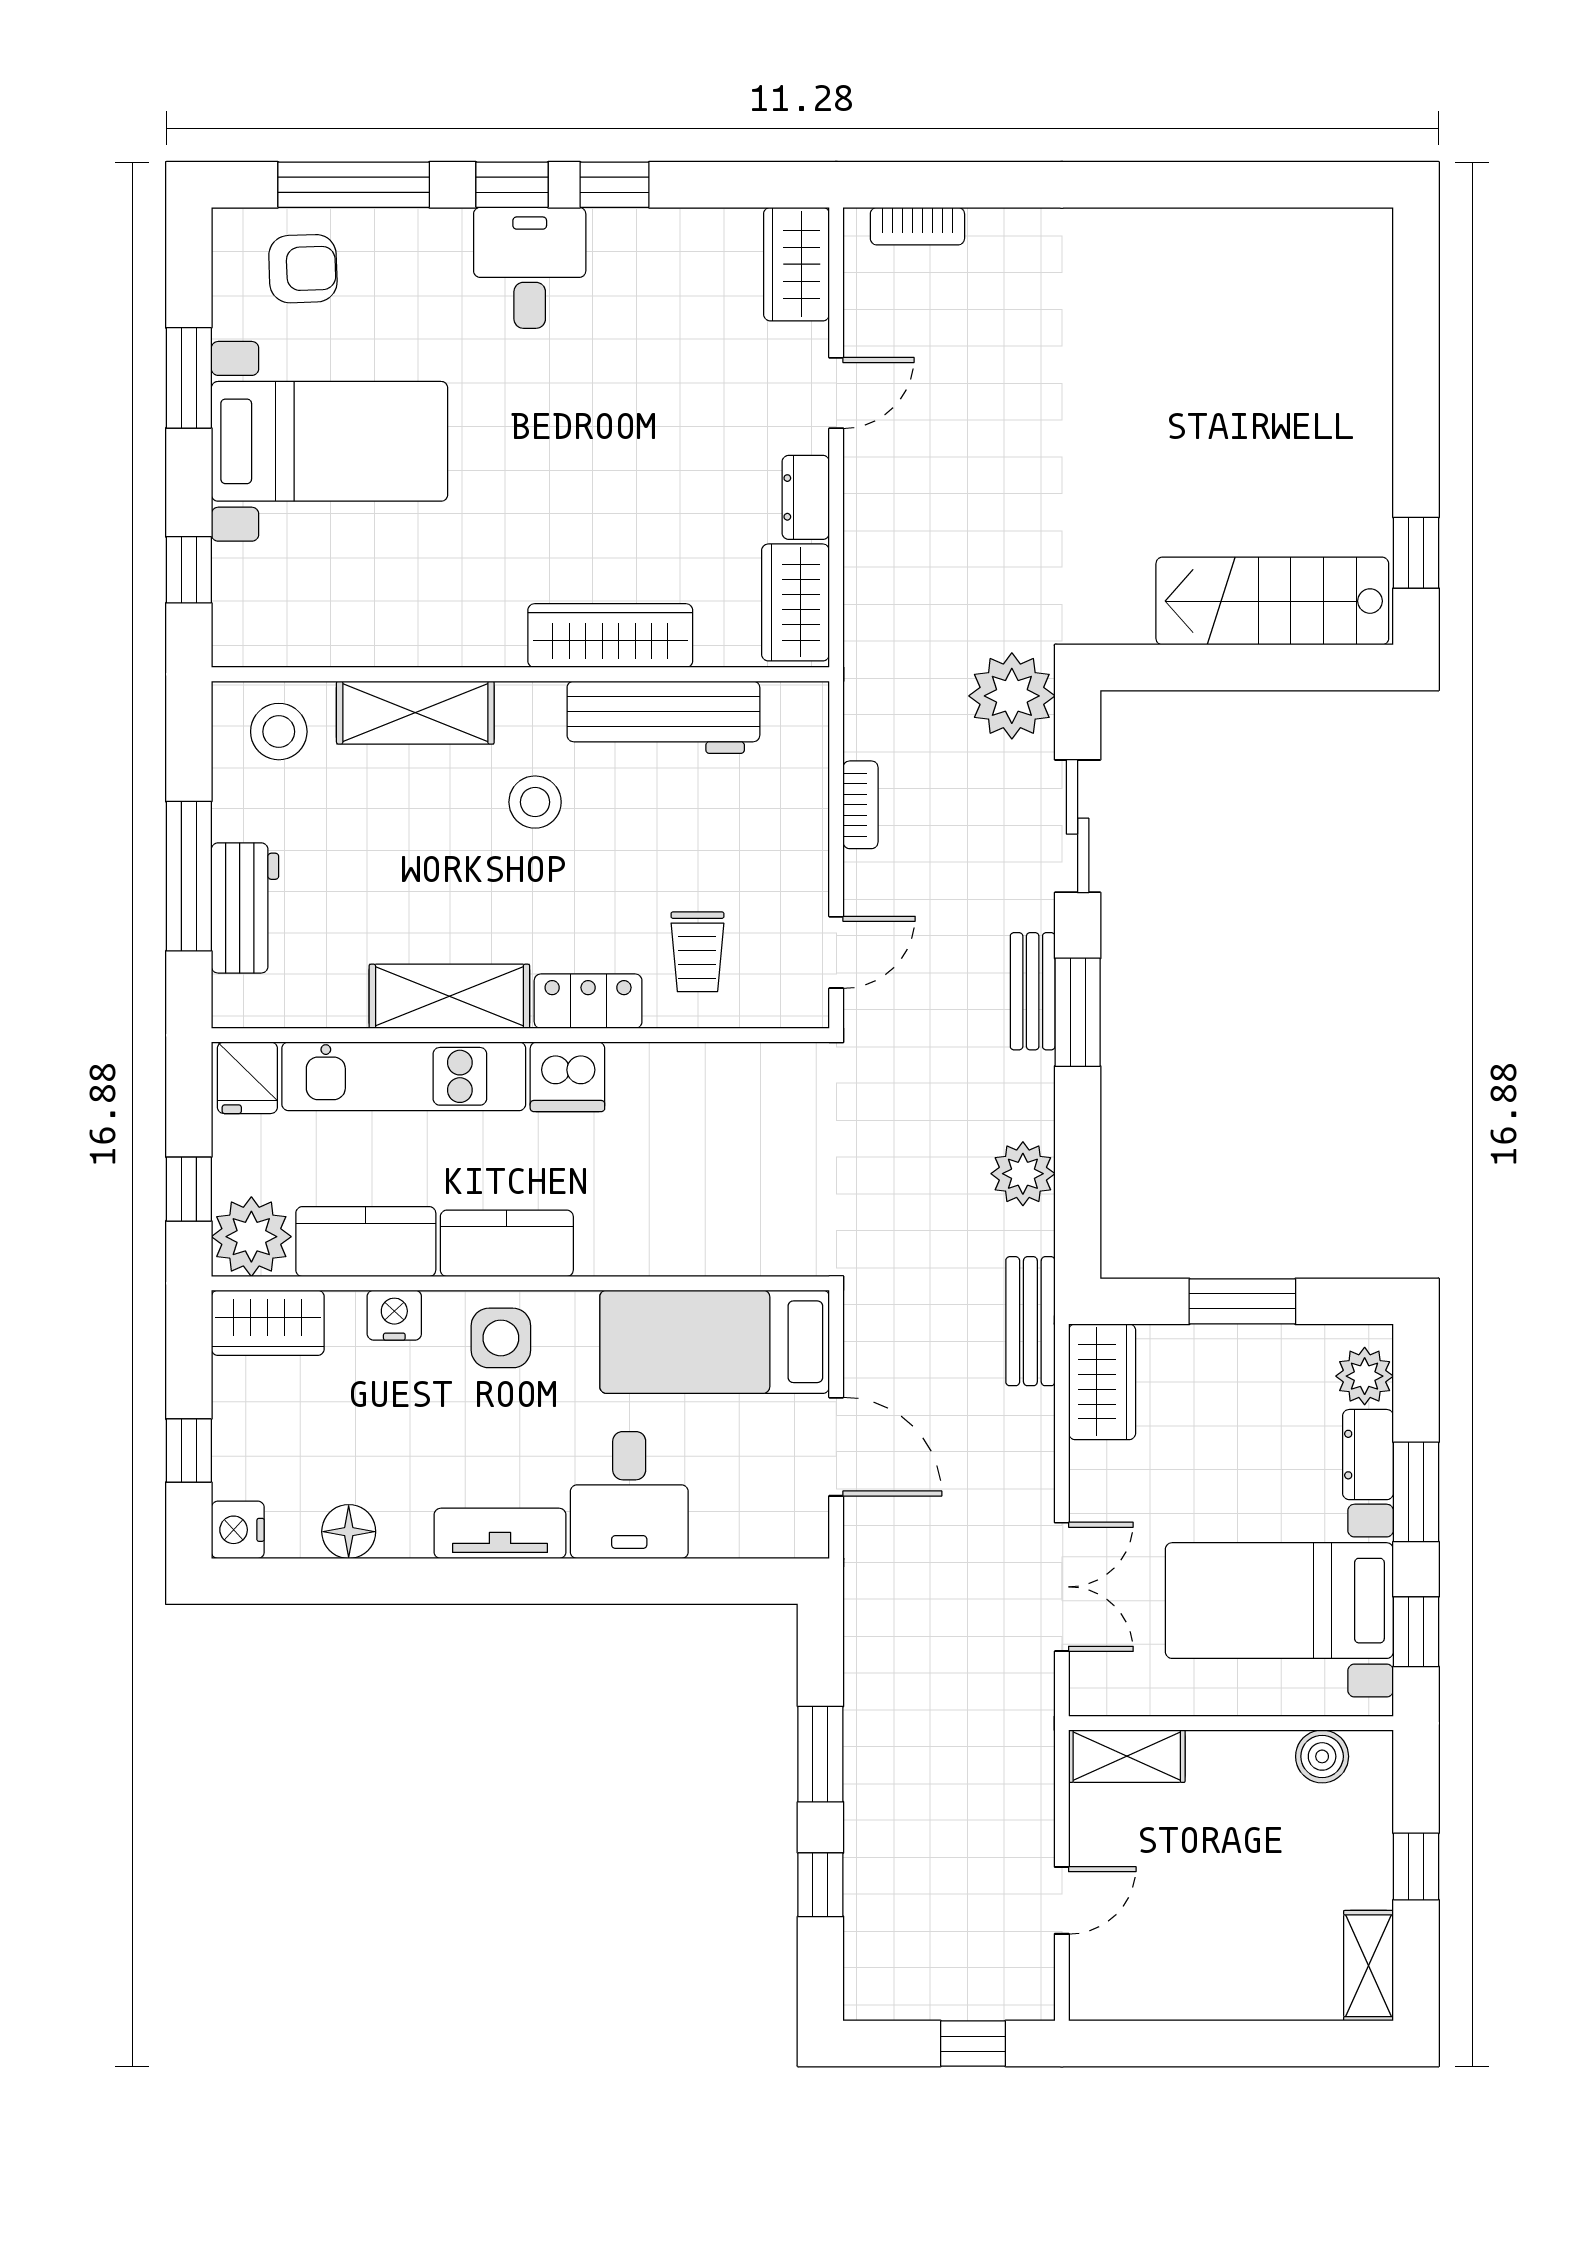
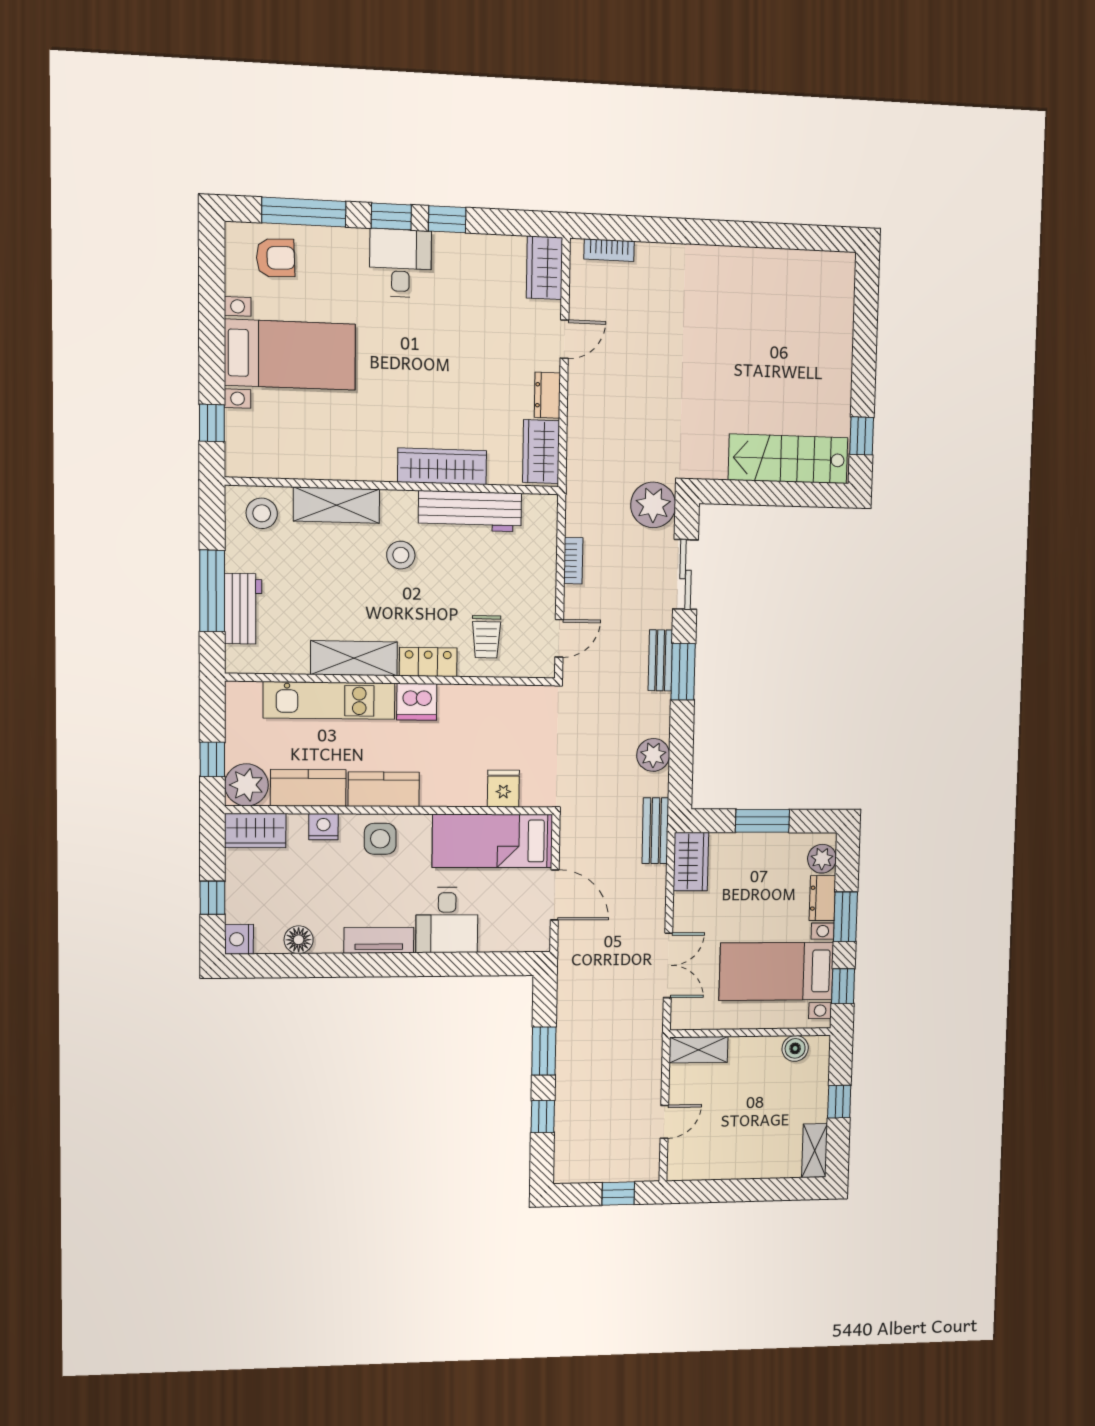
window: (189, 378) -> (212, 316), removed
fridge: (247, 1078) -> (503, 789), moved, turned 180

